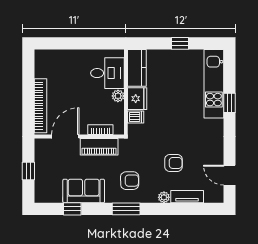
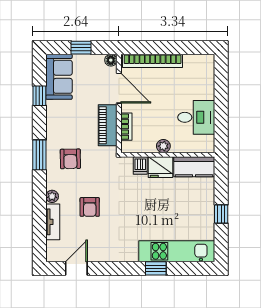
desk: (107, 73) -> (196, 117), moved, turned -90
floor lamp: (40, 144) -> (111, 60), added
sofa: (84, 191) -> (59, 77), moved

